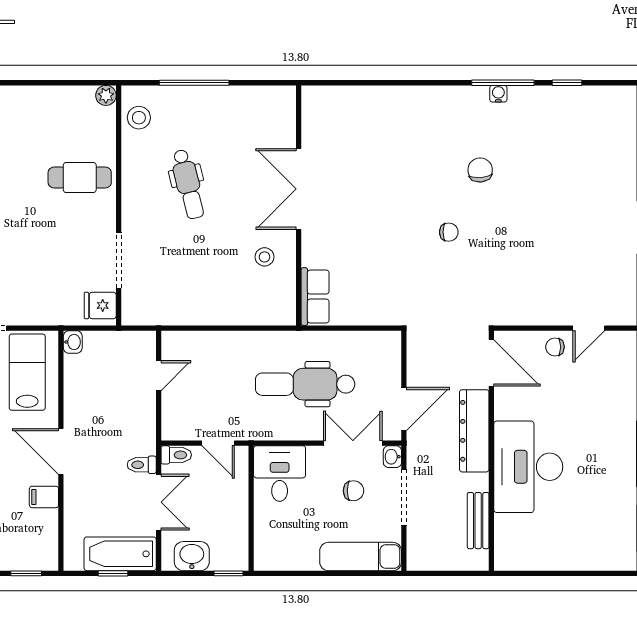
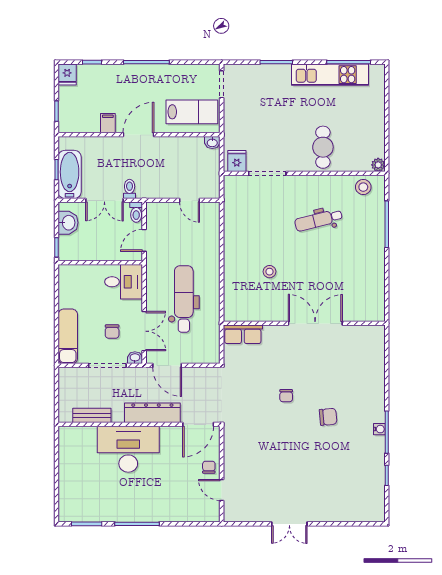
double door: (299, 189) -> (315, 323), moved
wall: (299, 205) -> (304, 323), moved
row of seats: (315, 297) -> (243, 334), moved

